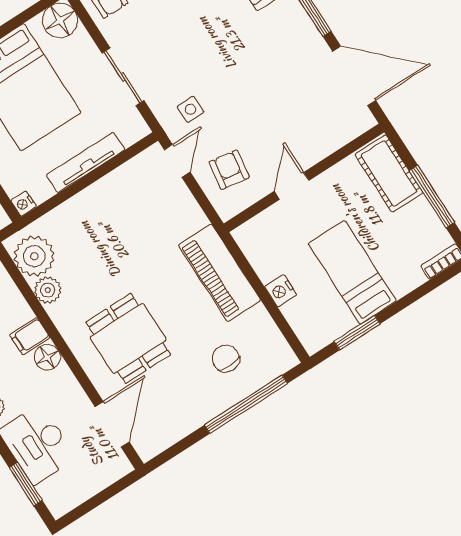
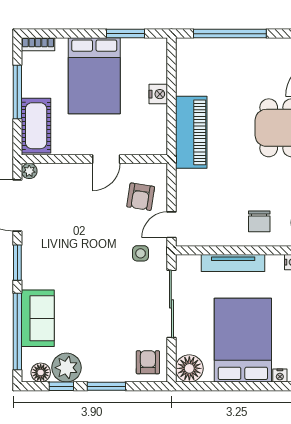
sliding door: (123, 77) -> (171, 304), width x1.37
plant: (365, 121) -> (29, 171), added
bed: (352, 272) -> (94, 76), width x1.50
chair: (226, 358) -> (259, 221), moved

